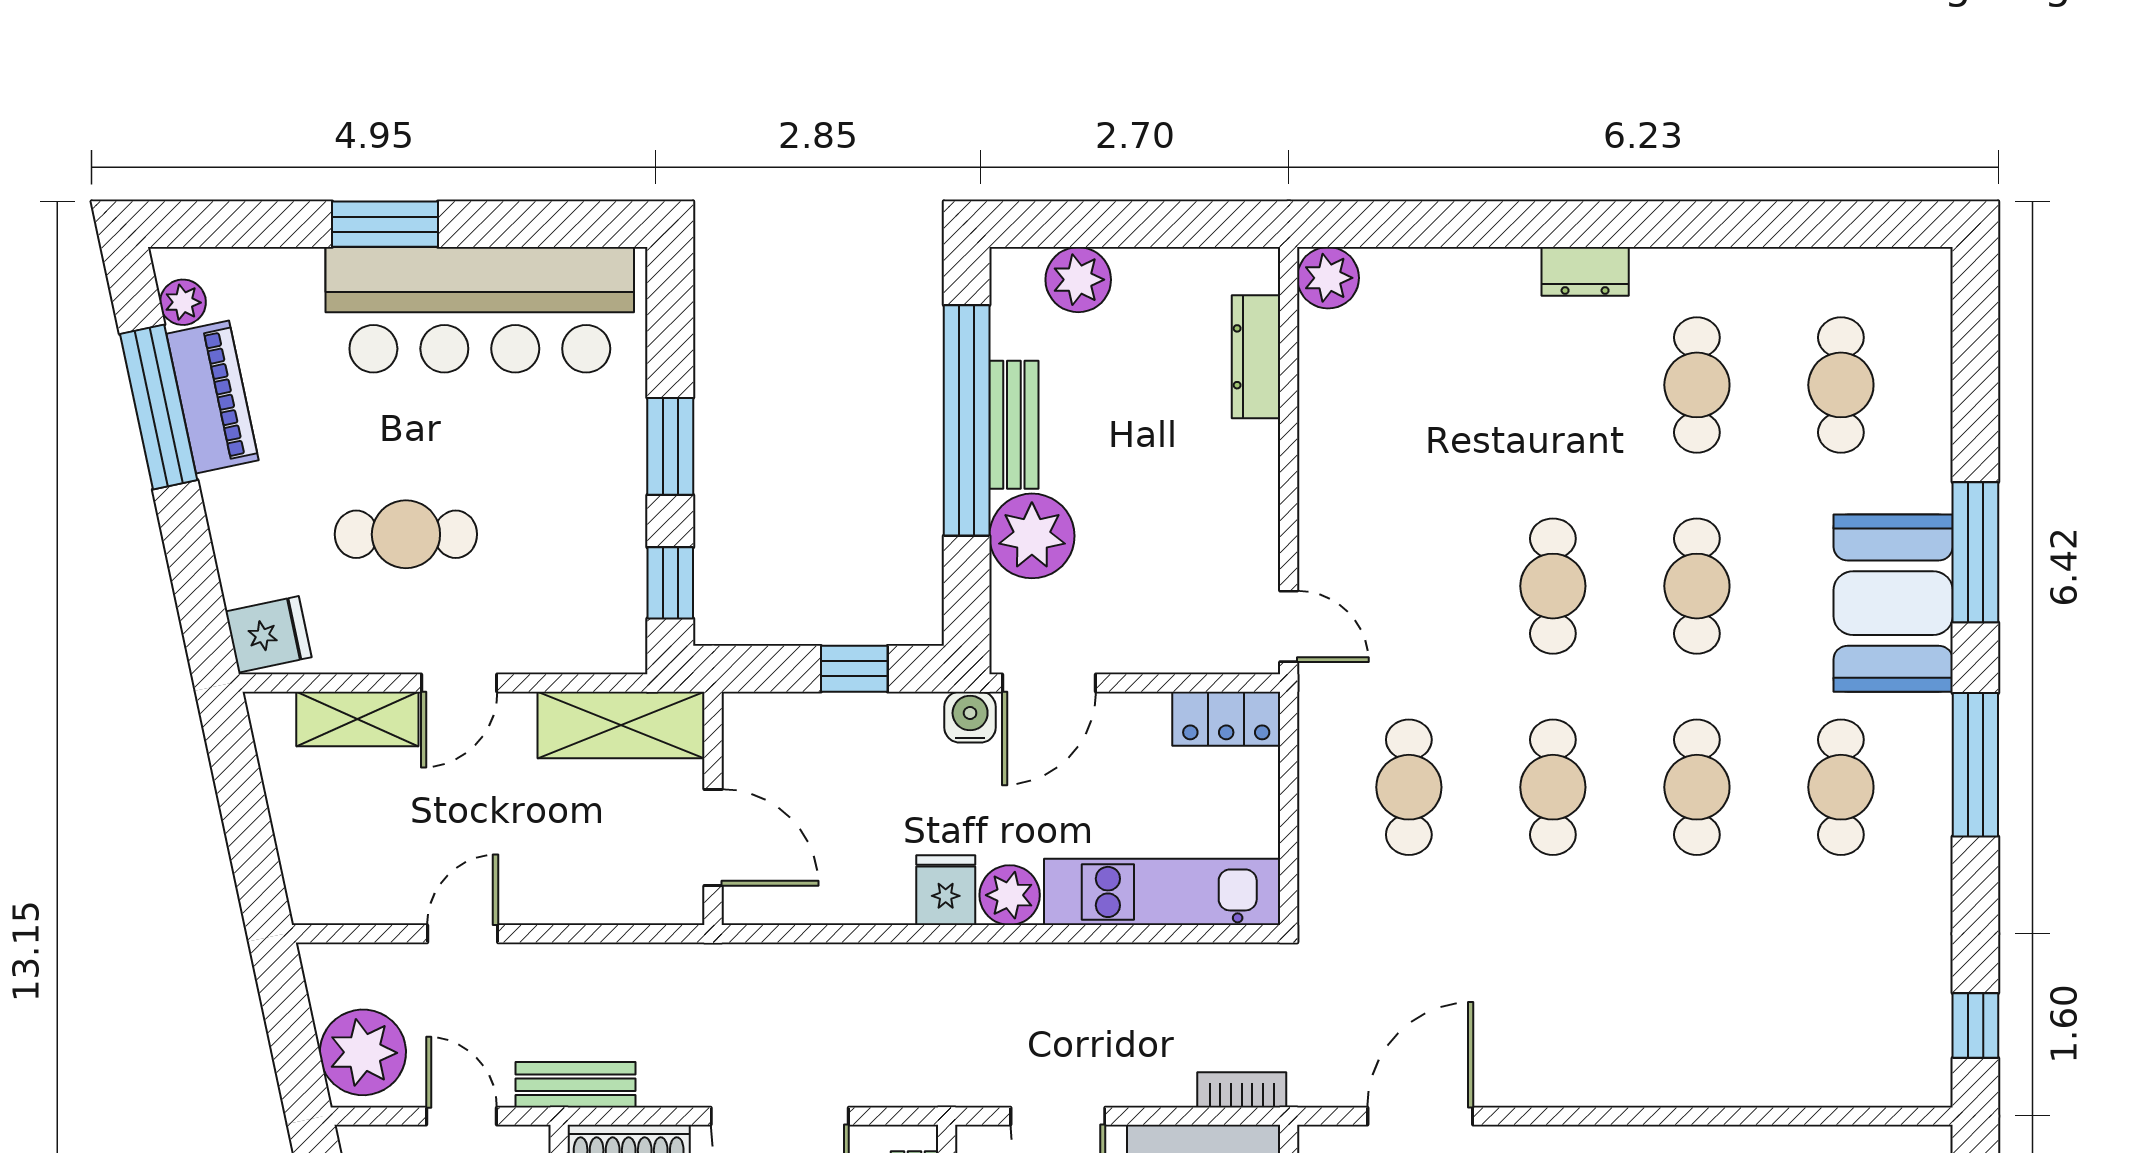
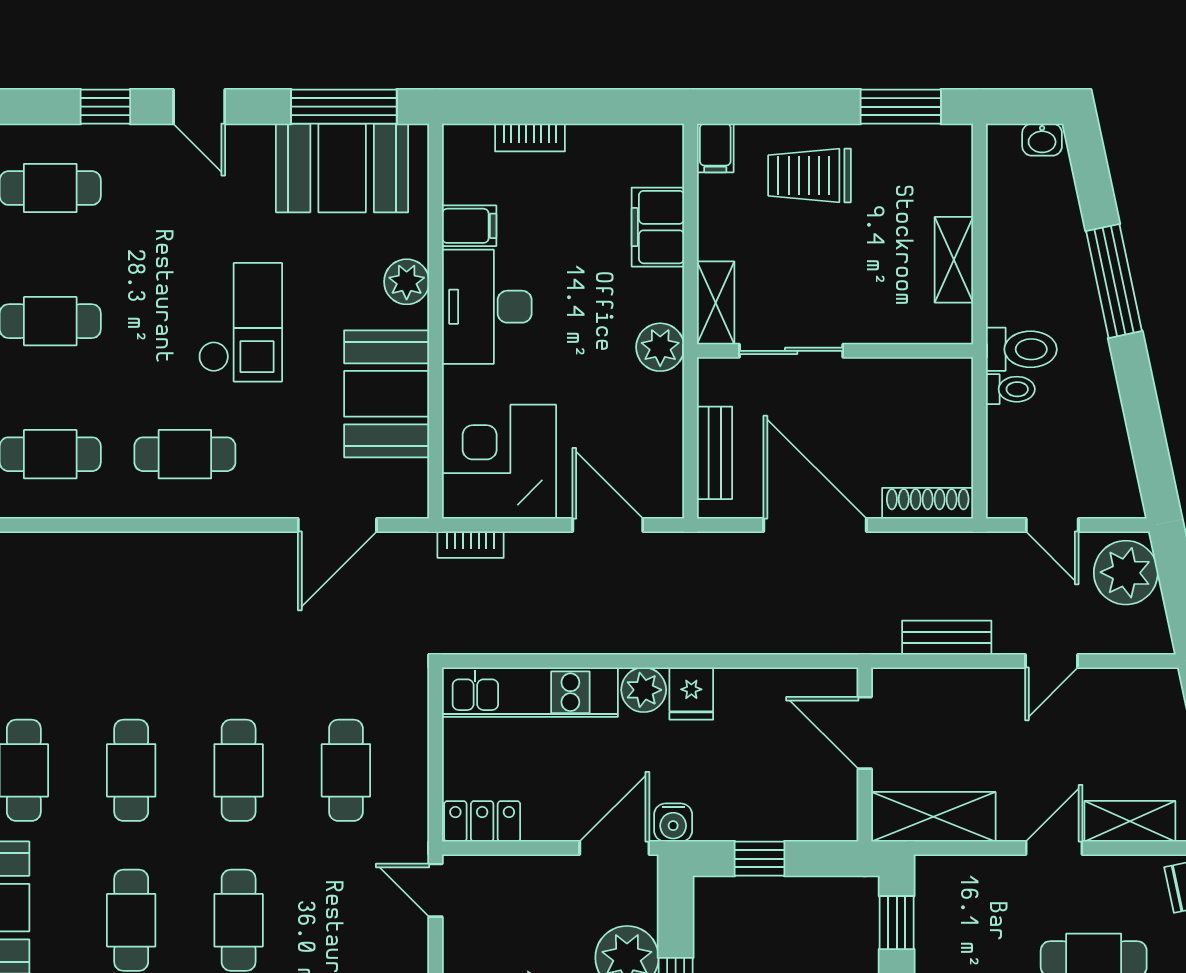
bench: (575, 1085) -> (947, 638), moved

